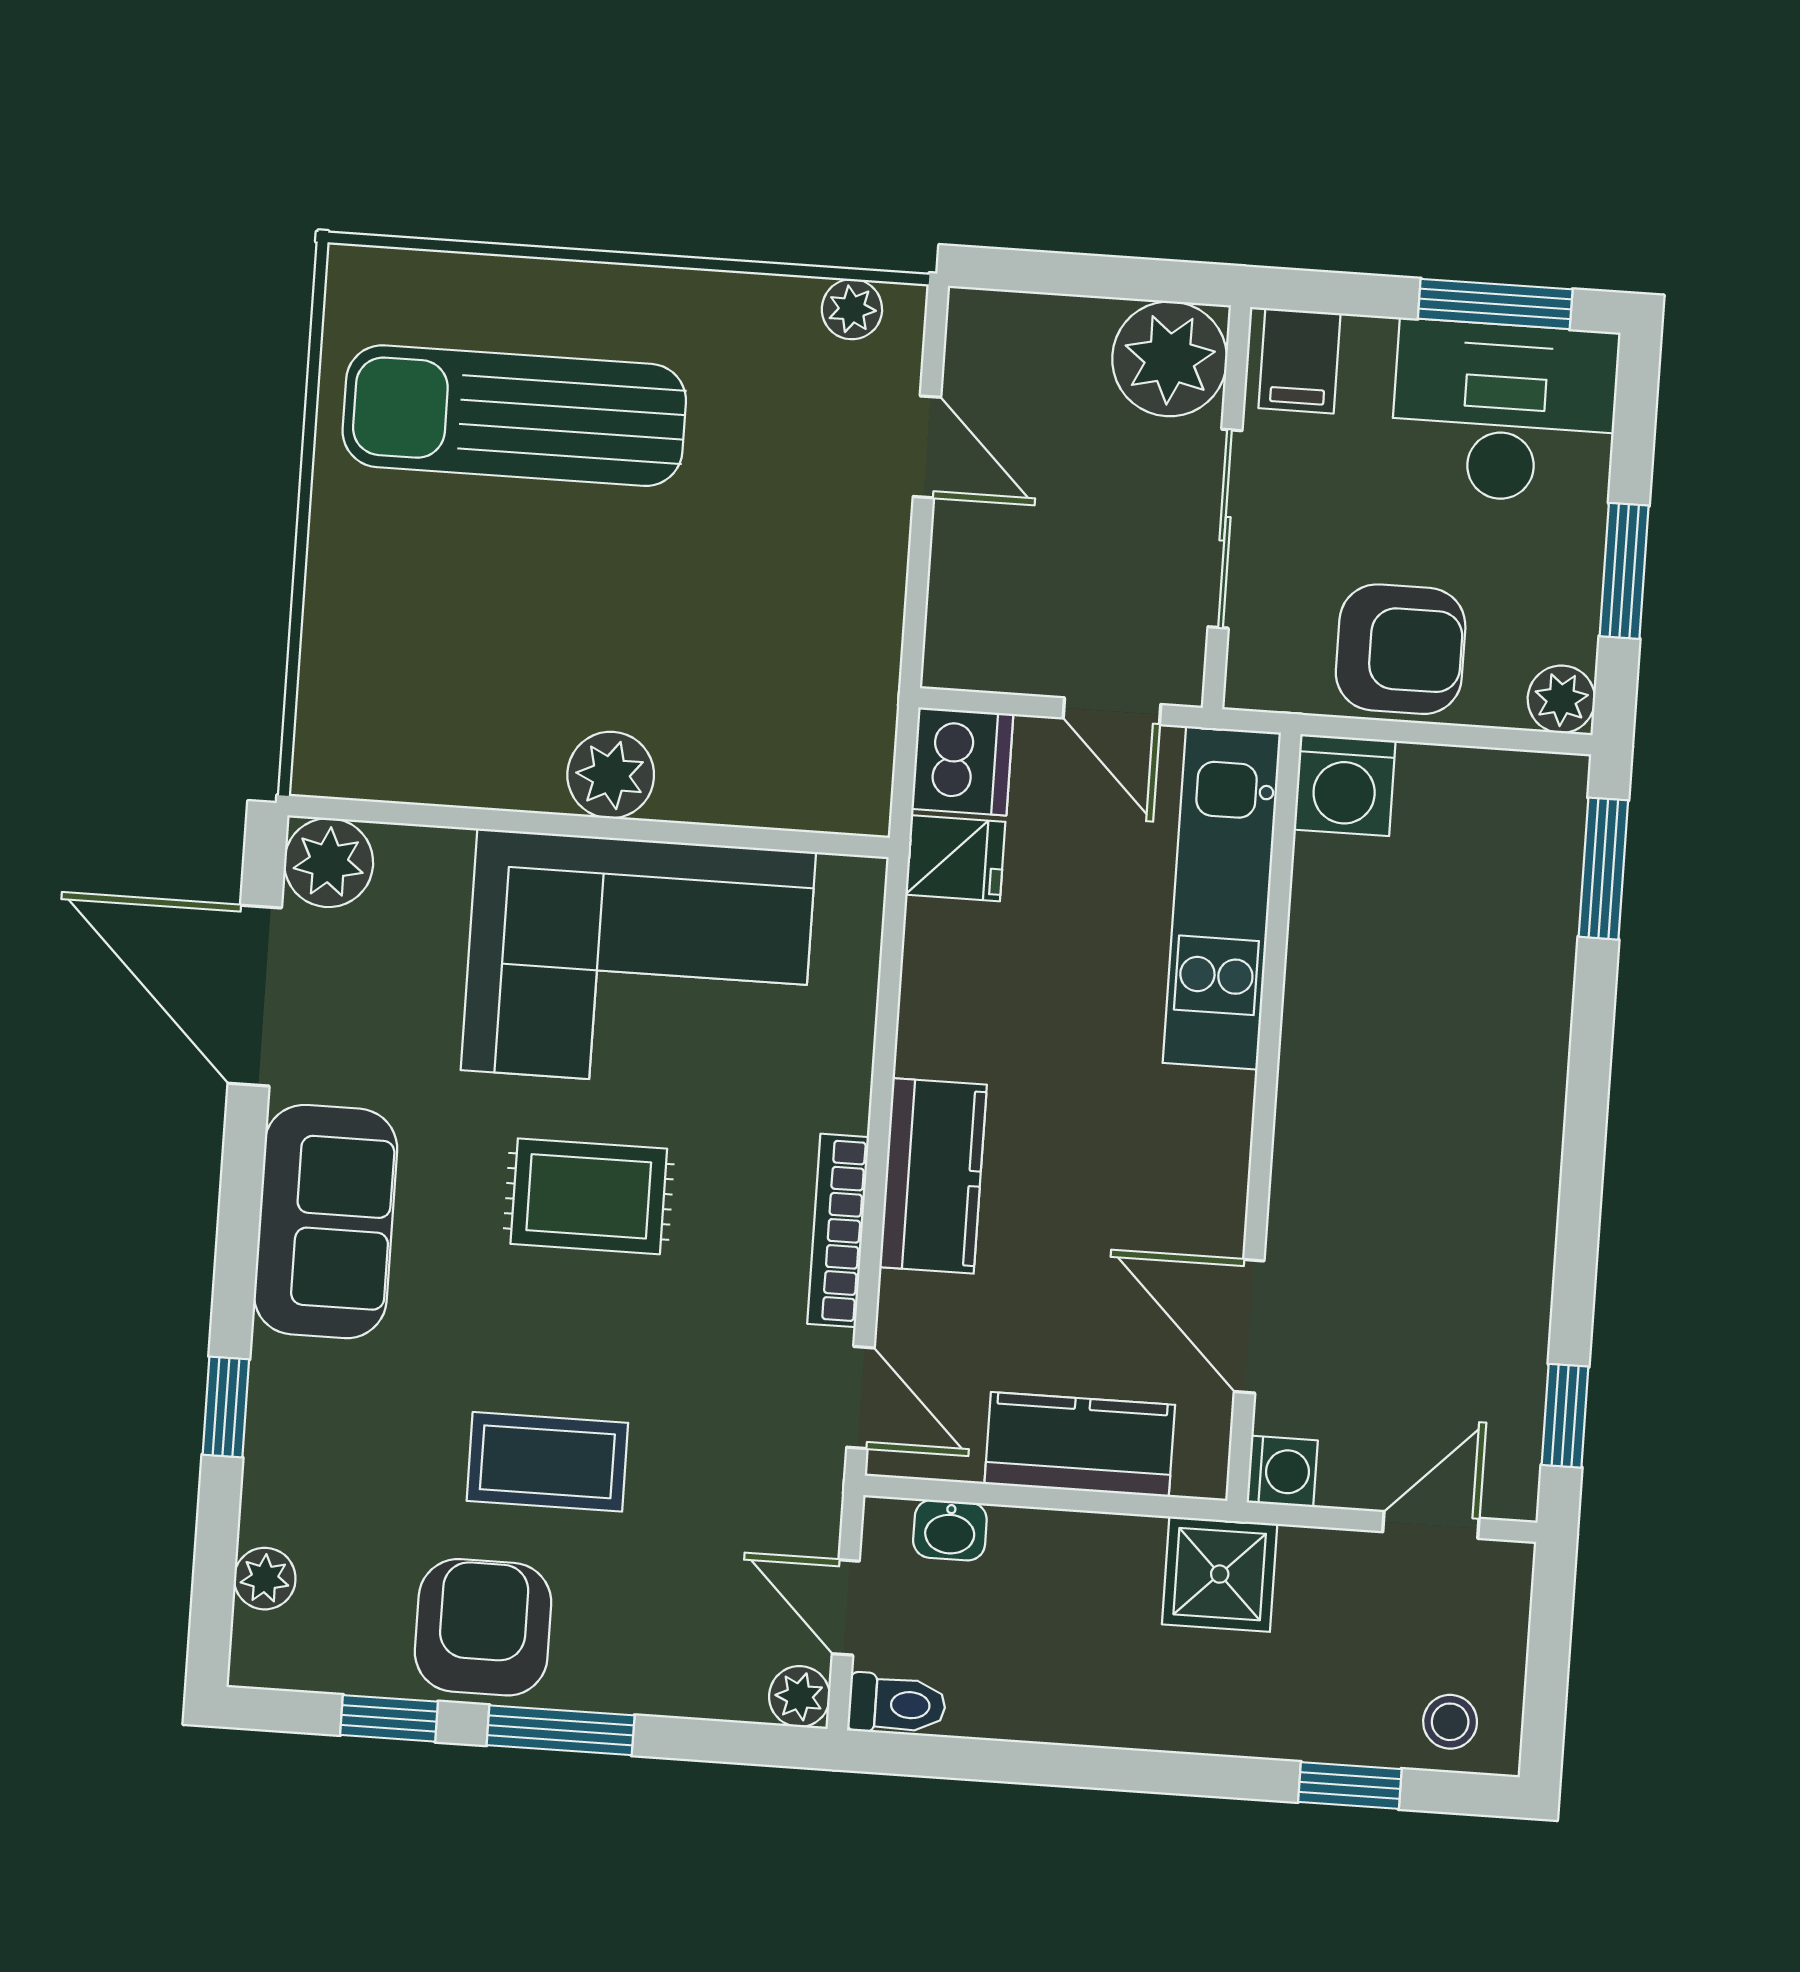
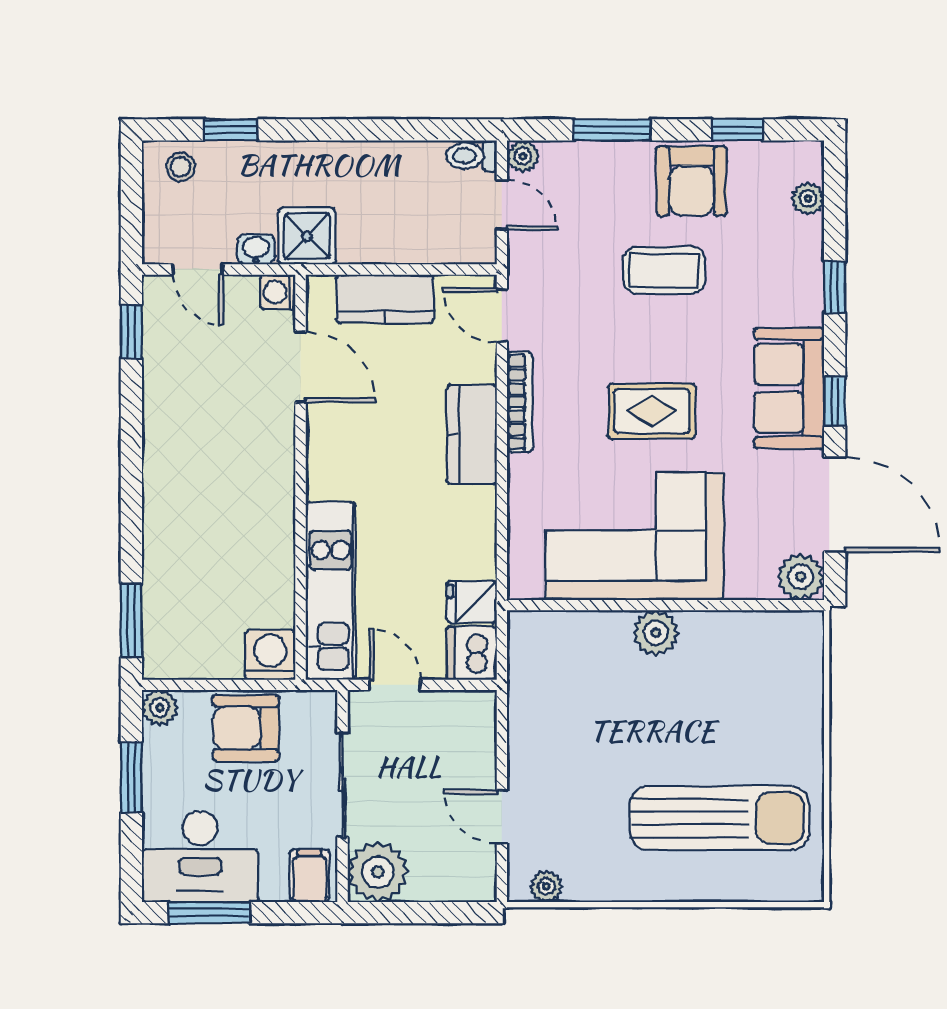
window: (241, 1190) -> (835, 401), added
door: (1431, 1525) -> (198, 269), hinge flipped
washbasin: (950, 1530) -> (256, 249), moved
window: (561, 1730) -> (612, 130), moved

